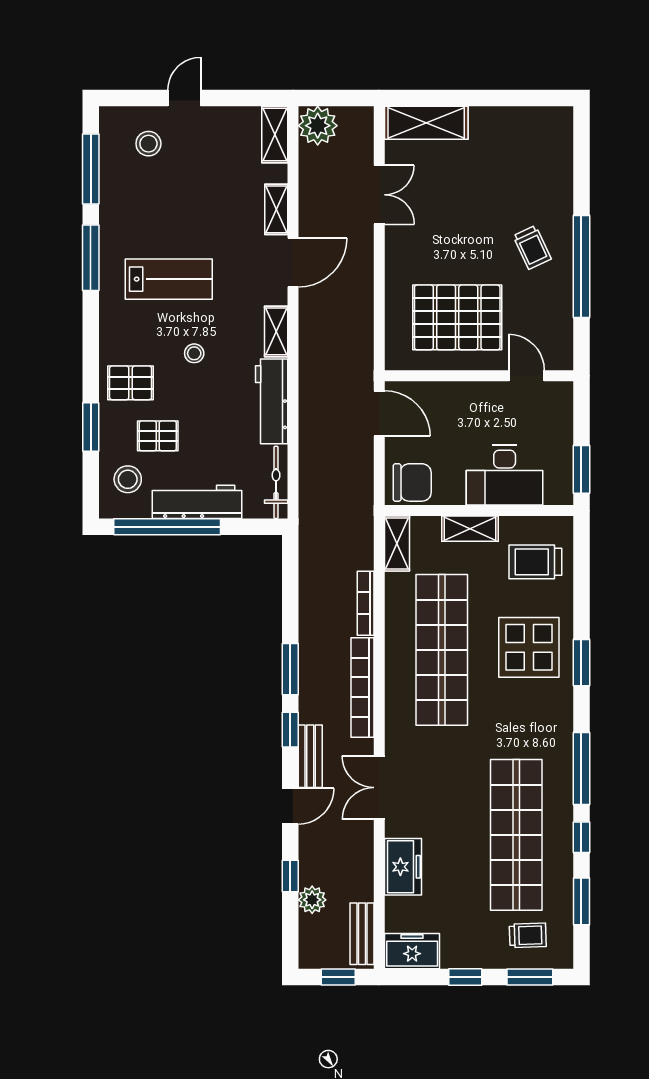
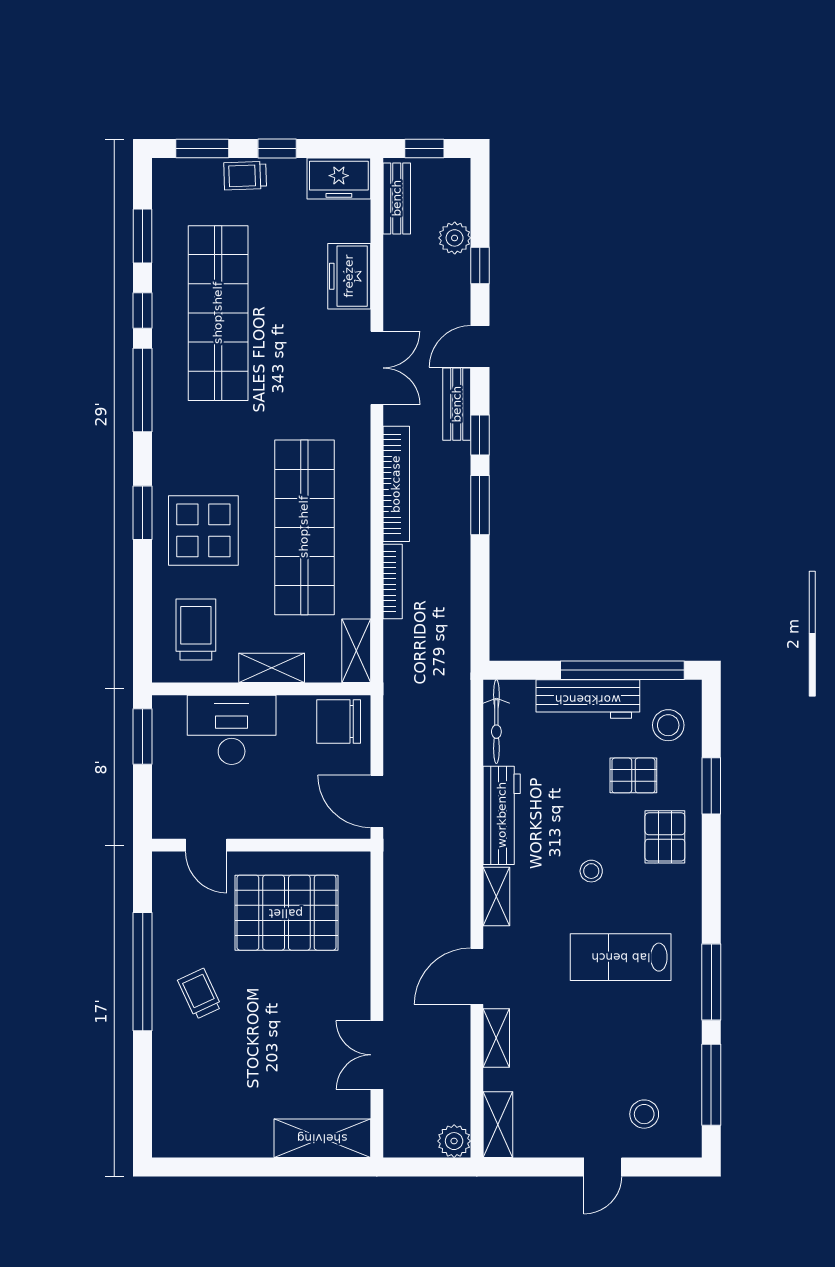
plant: (318, 126) -> (454, 1141), width x0.73, depth x0.73
pallet: (131, 383) -> (665, 837), turned 90
trolley: (535, 562) -> (196, 630), turned -90
trolley: (528, 935) -> (245, 176), moved

